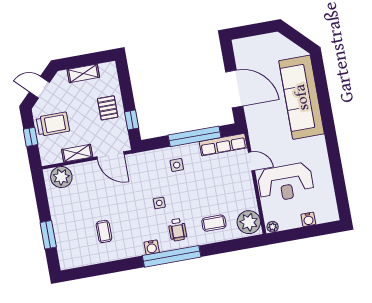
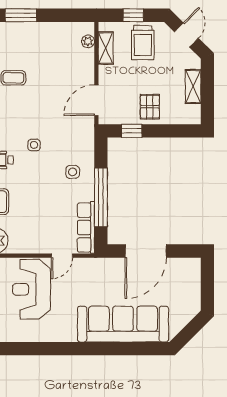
pallet: (108, 108) -> (150, 107), turned 90
shelving: (77, 153) -> (106, 48), moved
plant: (61, 177) -> (88, 41), width x0.53, depth x0.53

